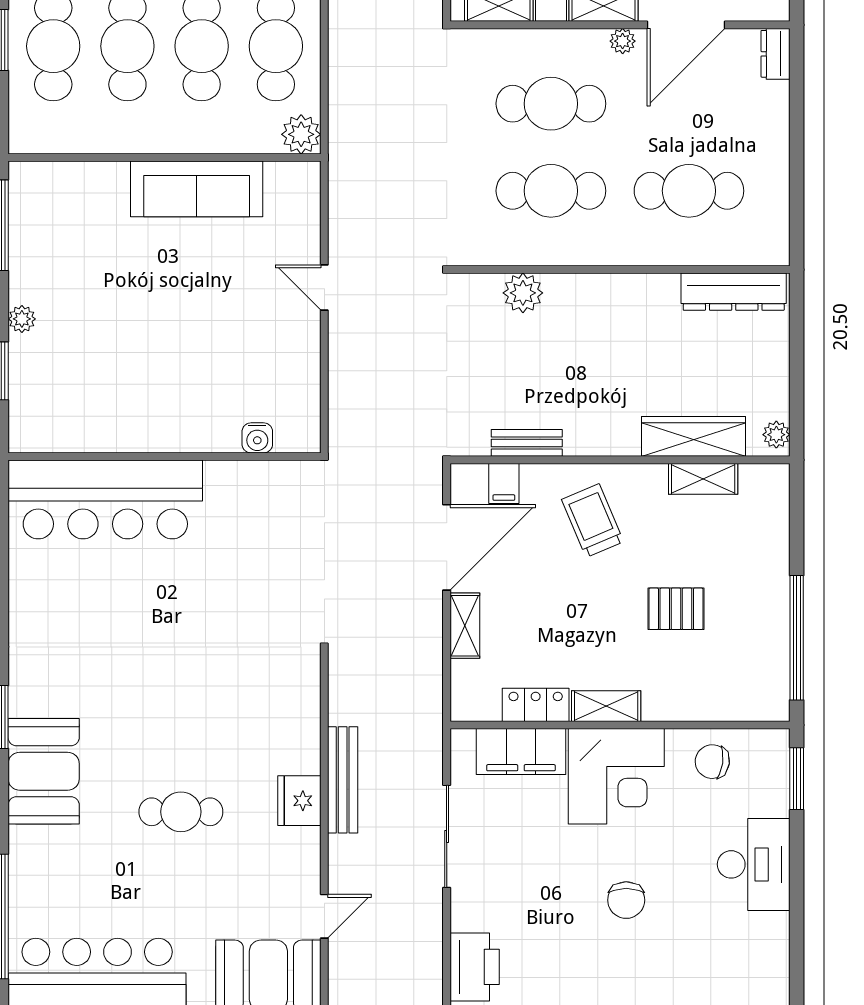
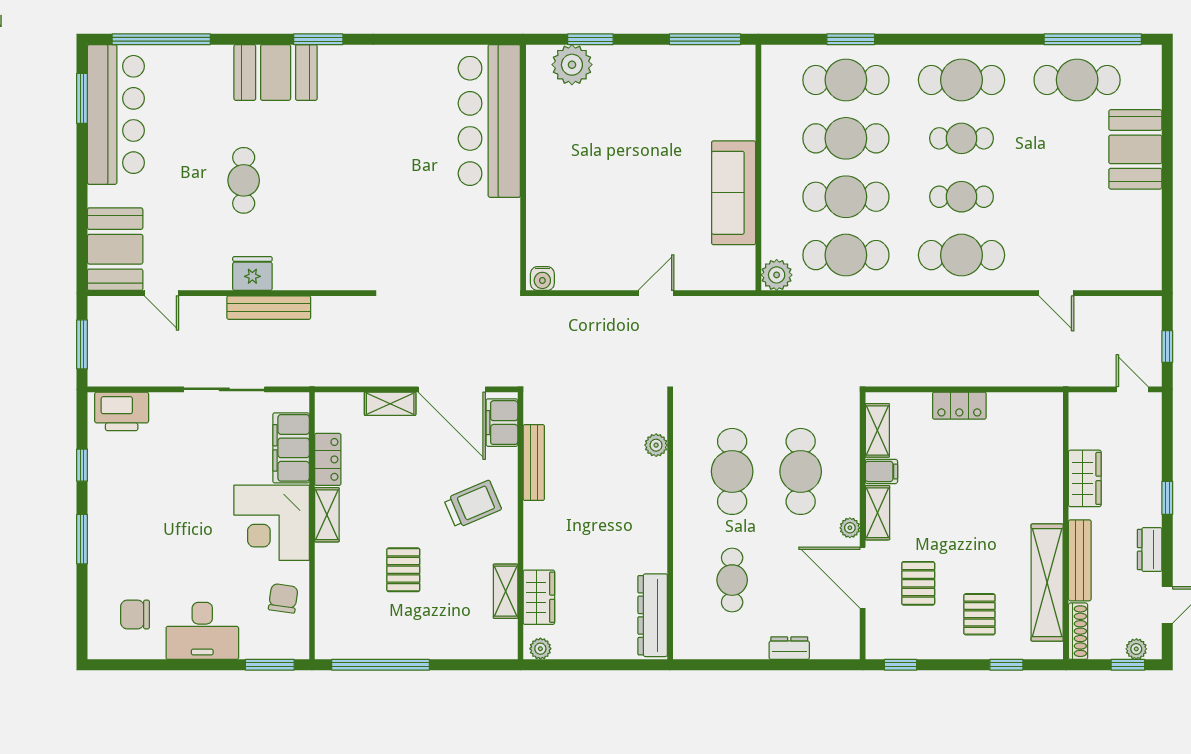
dresser: (776, 54) -> (789, 648), moved
cafe table: (689, 191) -> (732, 580), width x0.73, depth x0.74
plant: (523, 293) -> (656, 445), width x0.73, depth x0.73
plant: (22, 319) -> (572, 65), moved, width x1.88, depth x1.88
wardrobe: (694, 436) -> (539, 597), width x0.67
water cooler: (257, 438) -> (542, 279), moved, turned -90
bench: (527, 443) -> (534, 463), width x1.36
filing cabinet: (504, 483) -> (502, 423), width x2.00
chair: (626, 900) -> (135, 615), moved

